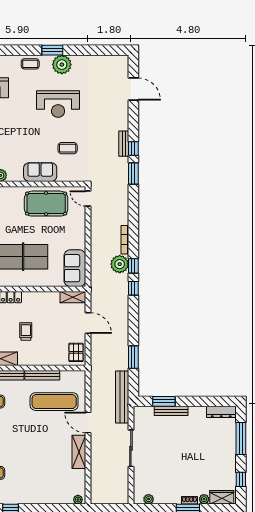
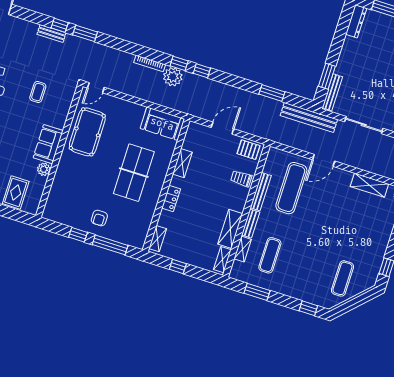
sofa: (40, 172) -> (48, 144), moved
shelving: (73, 297) -> (182, 163), moved
trolley: (26, 331) -> (241, 178), moved
bench: (171, 411) -> (332, 92), moved
shelving: (79, 452) -> (369, 185), moved

